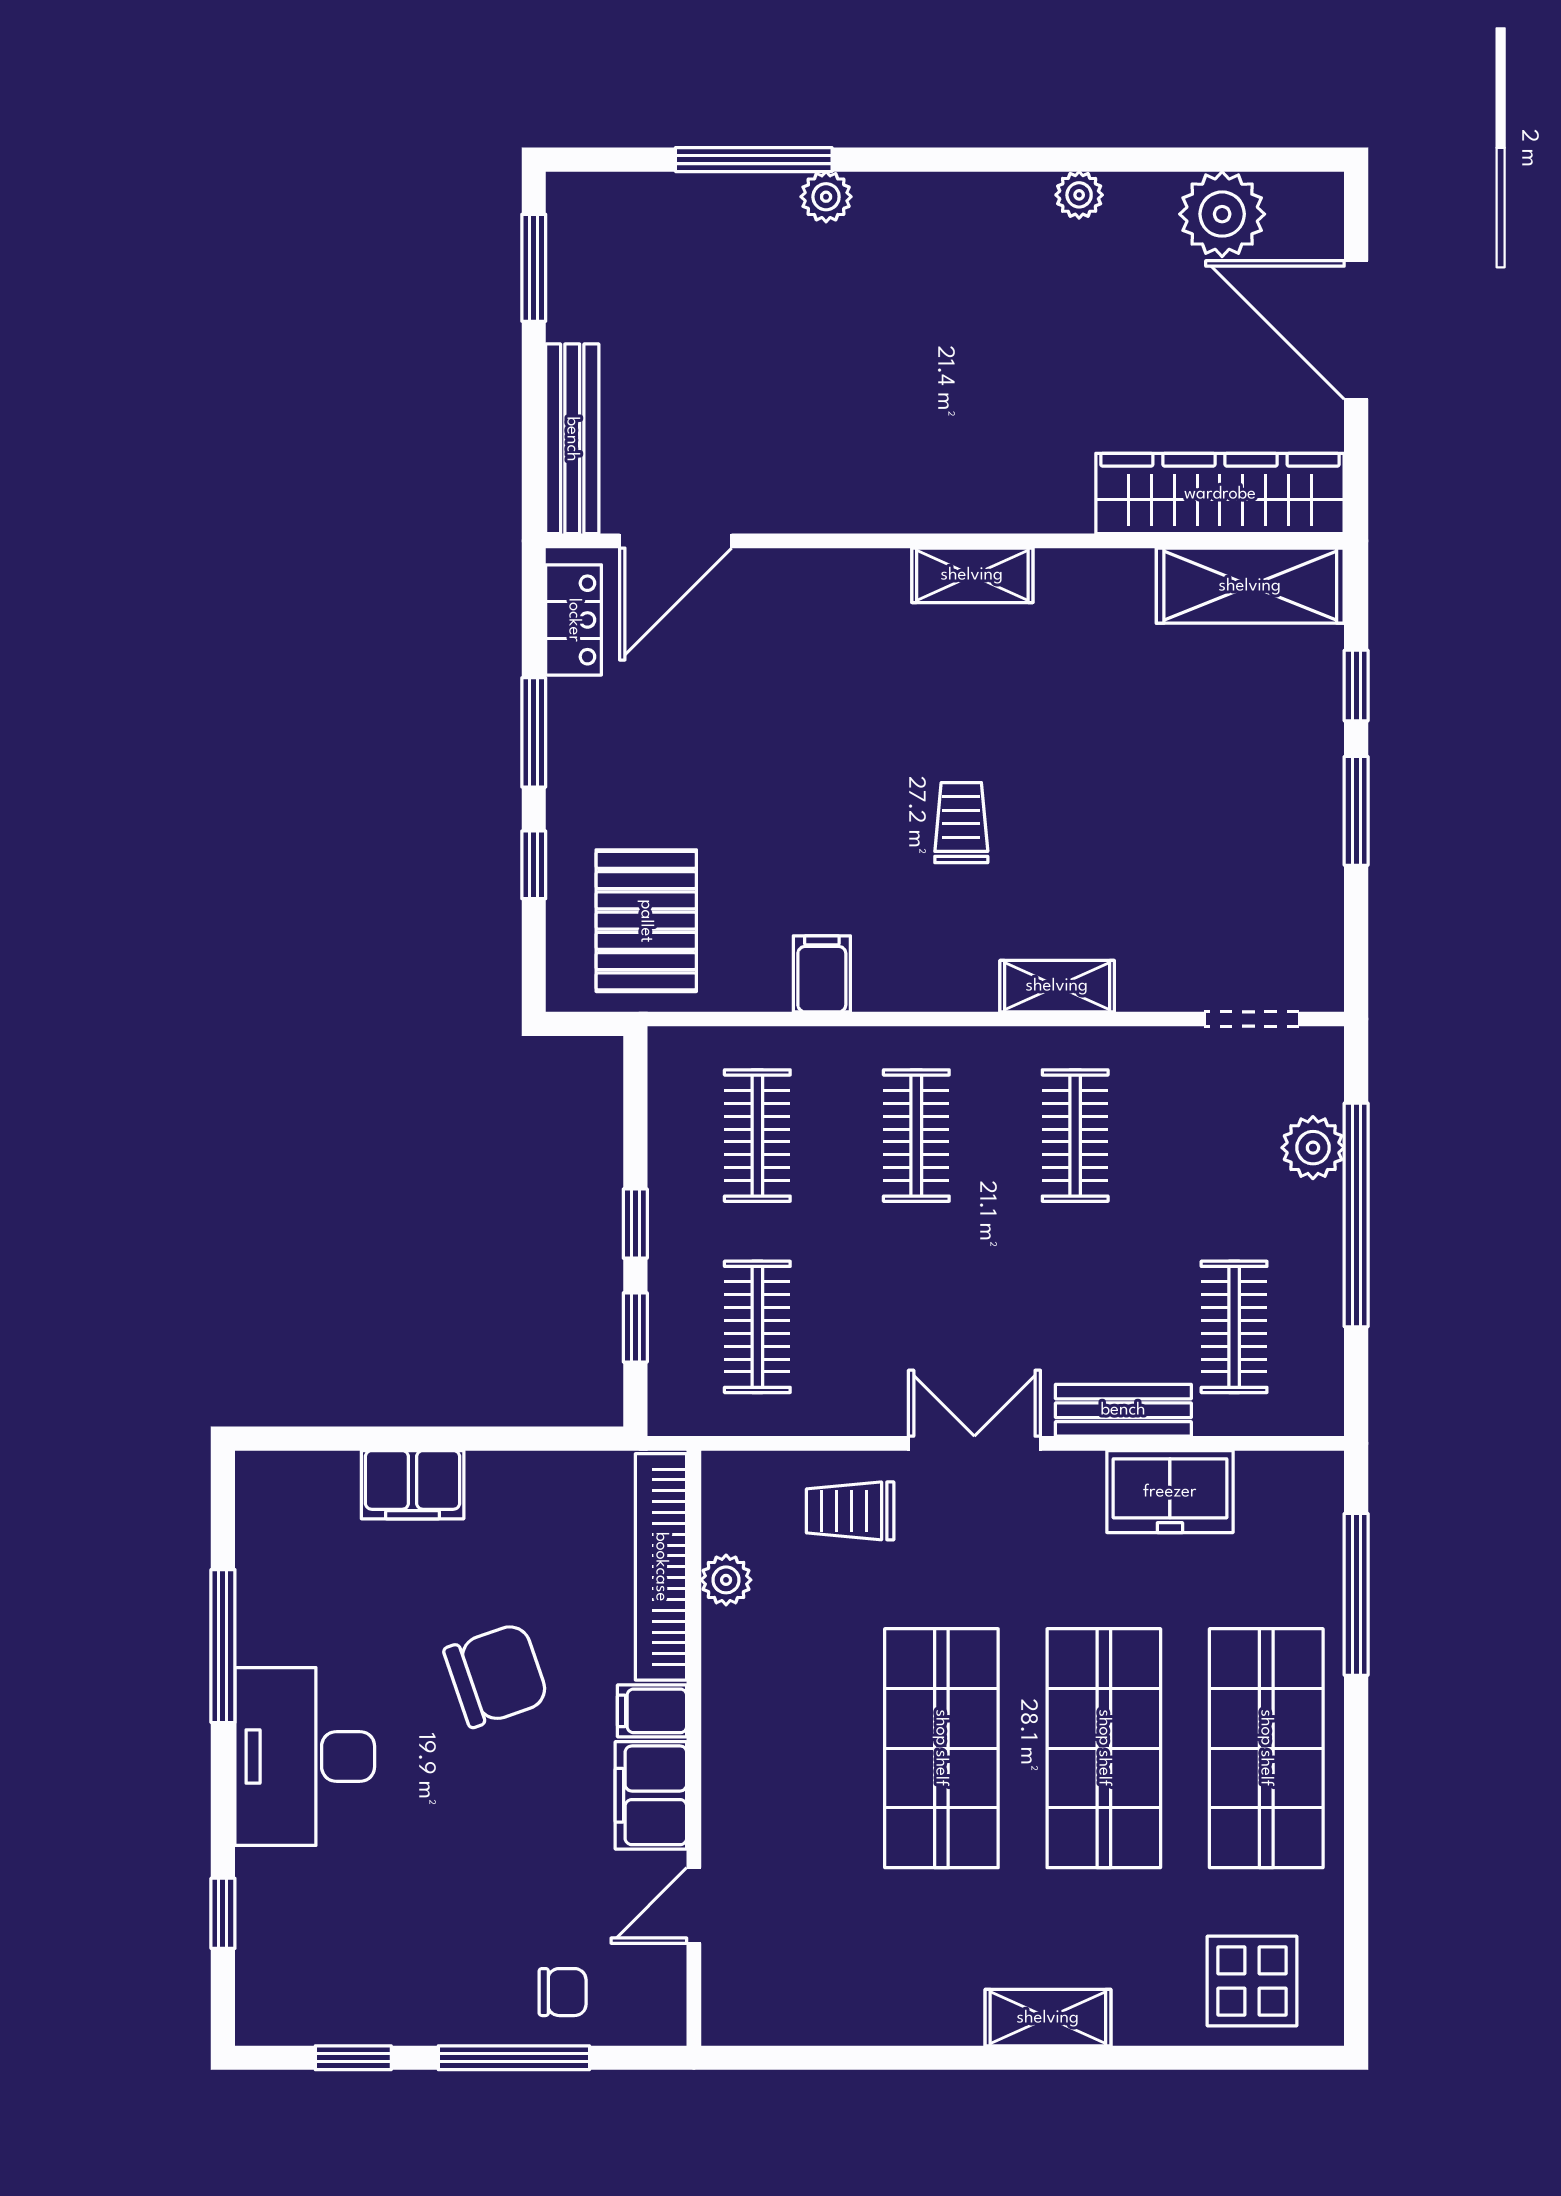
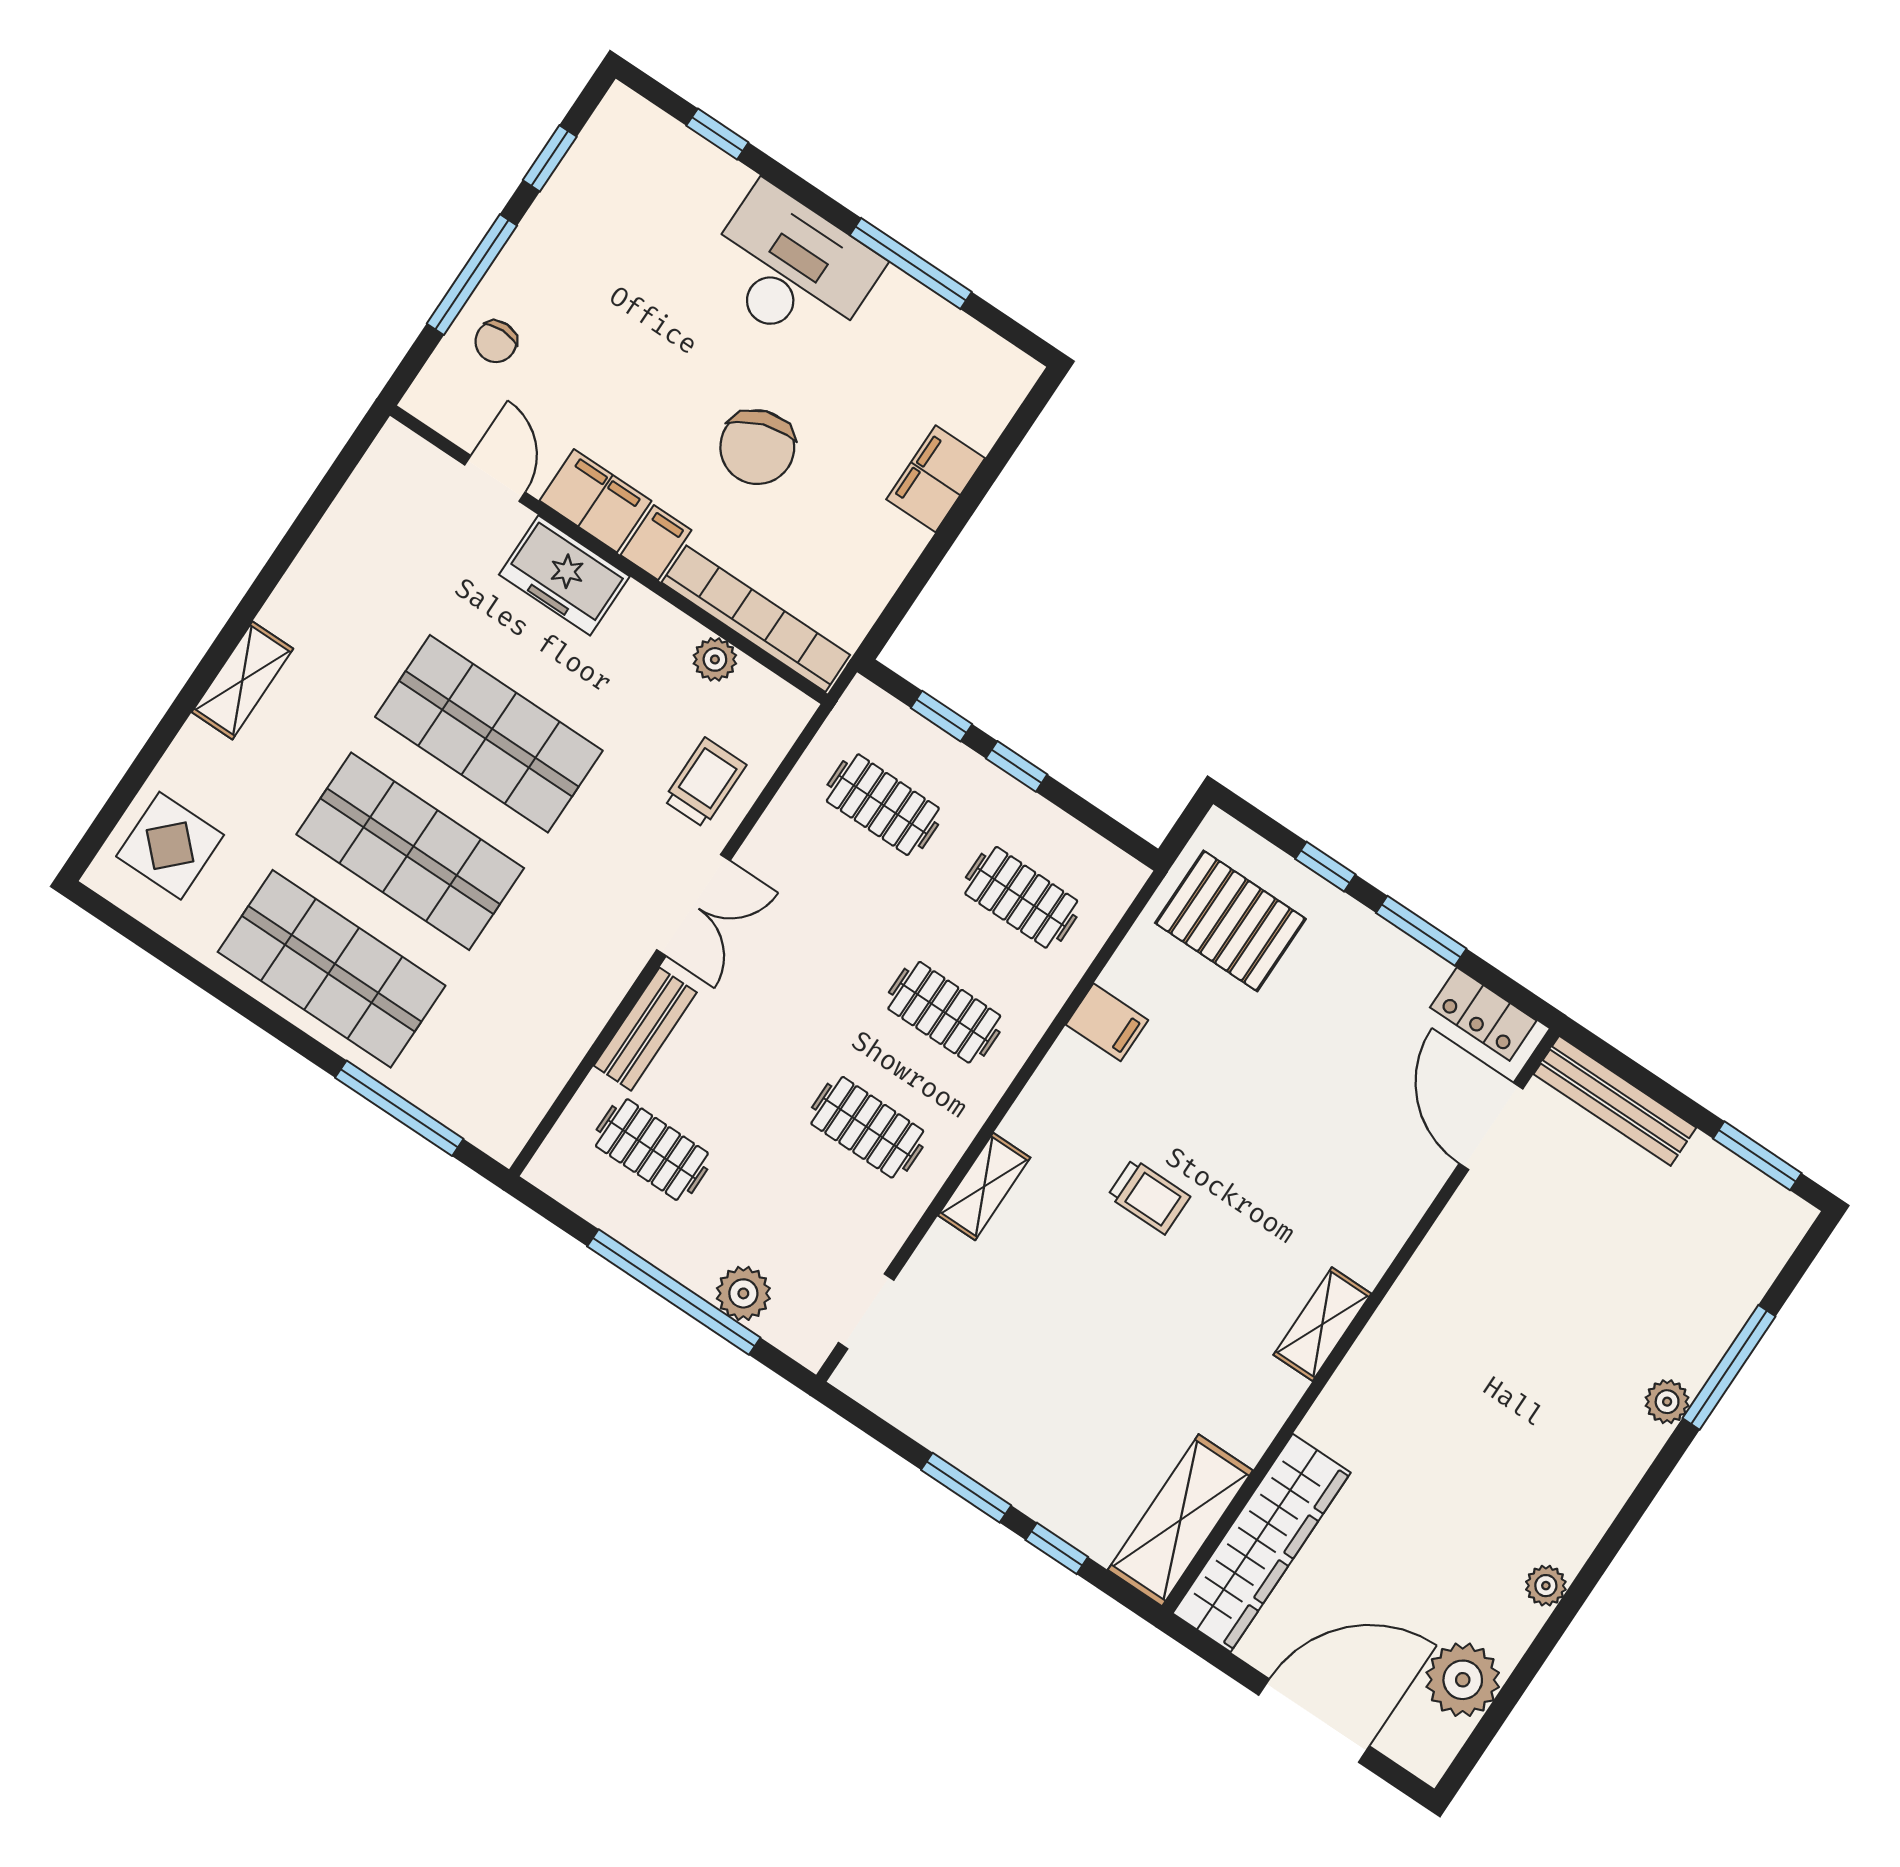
freezer: (1170, 1492) -> (564, 575), moved, turned -90

